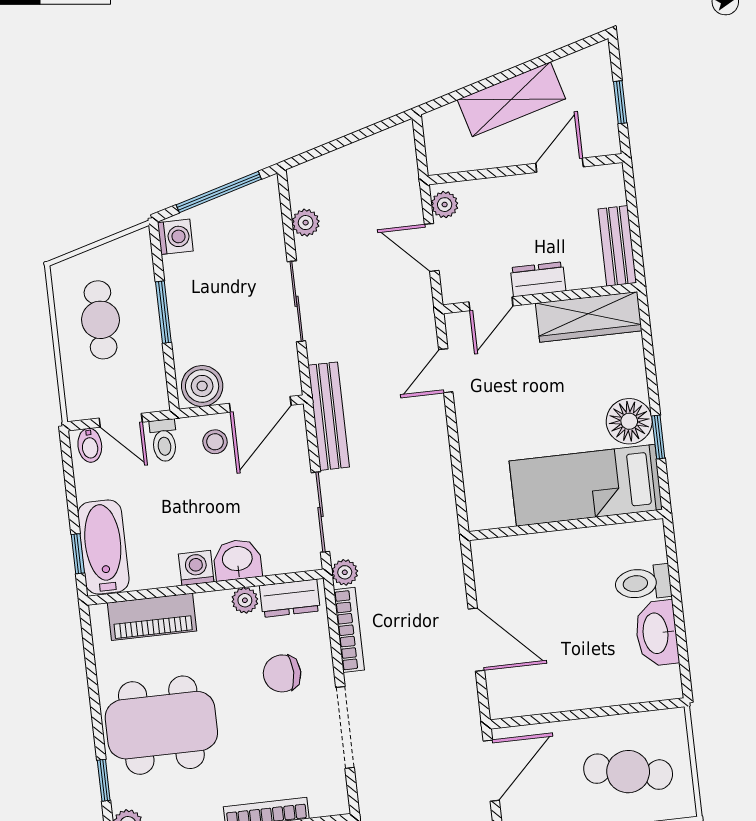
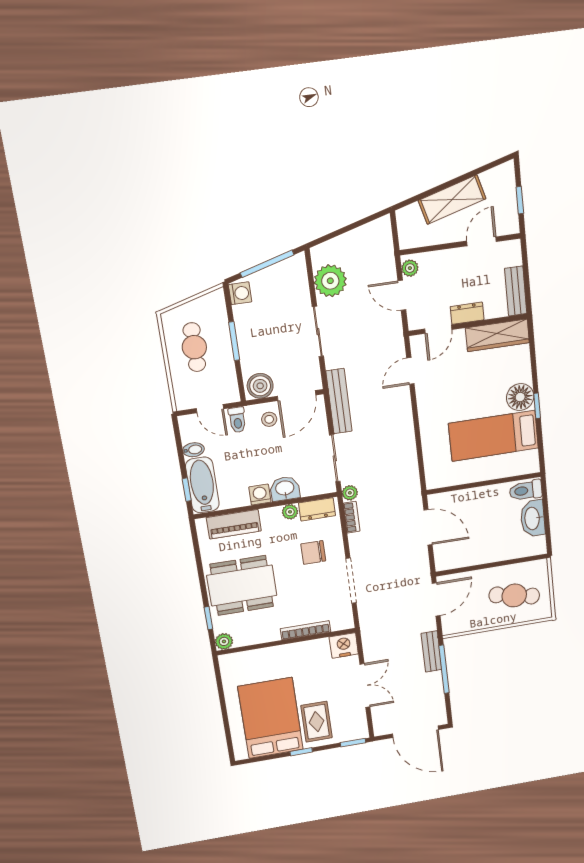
plant: (306, 223) -> (330, 281), width x1.88, depth x1.88
bidet: (90, 445) -> (193, 450), moved, turned -90
wall: (566, 525) -> (484, 483), moved
bookcase: (349, 630) -> (352, 517), width x0.64

